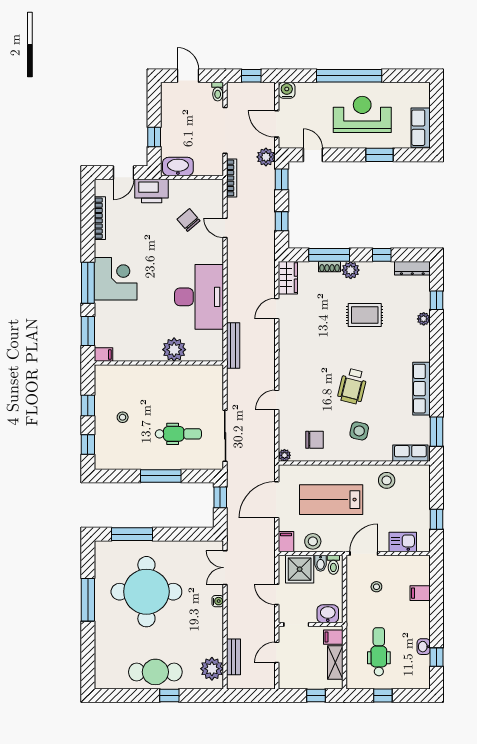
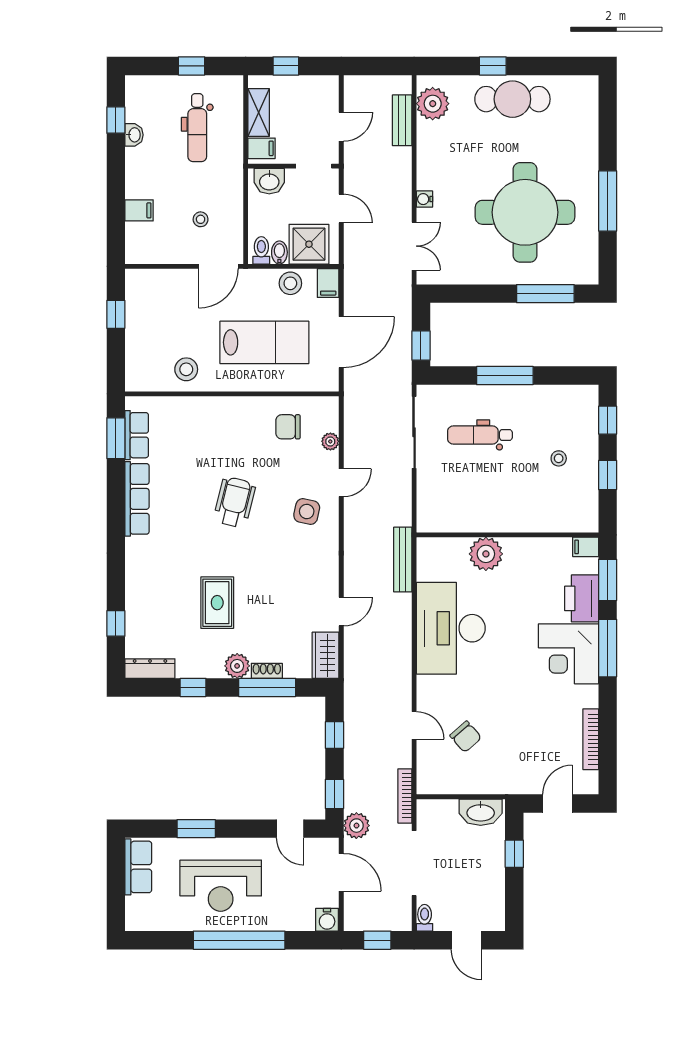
printer: (152, 191) -> (582, 598), moved, turned -90
rug: (365, 315) -> (217, 603), turned 90
plant: (424, 319) -> (134, 597), removed
side table: (359, 431) -> (307, 512), moved
row of seats: (410, 453) -> (137, 435), moved, turned -90
plant: (284, 455) -> (330, 441), moved
kitchen sink: (403, 542) -> (163, 283), removed

